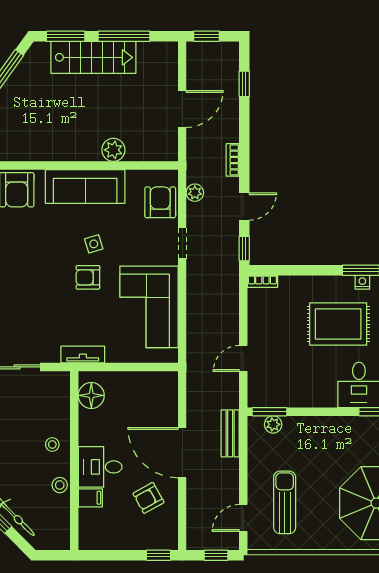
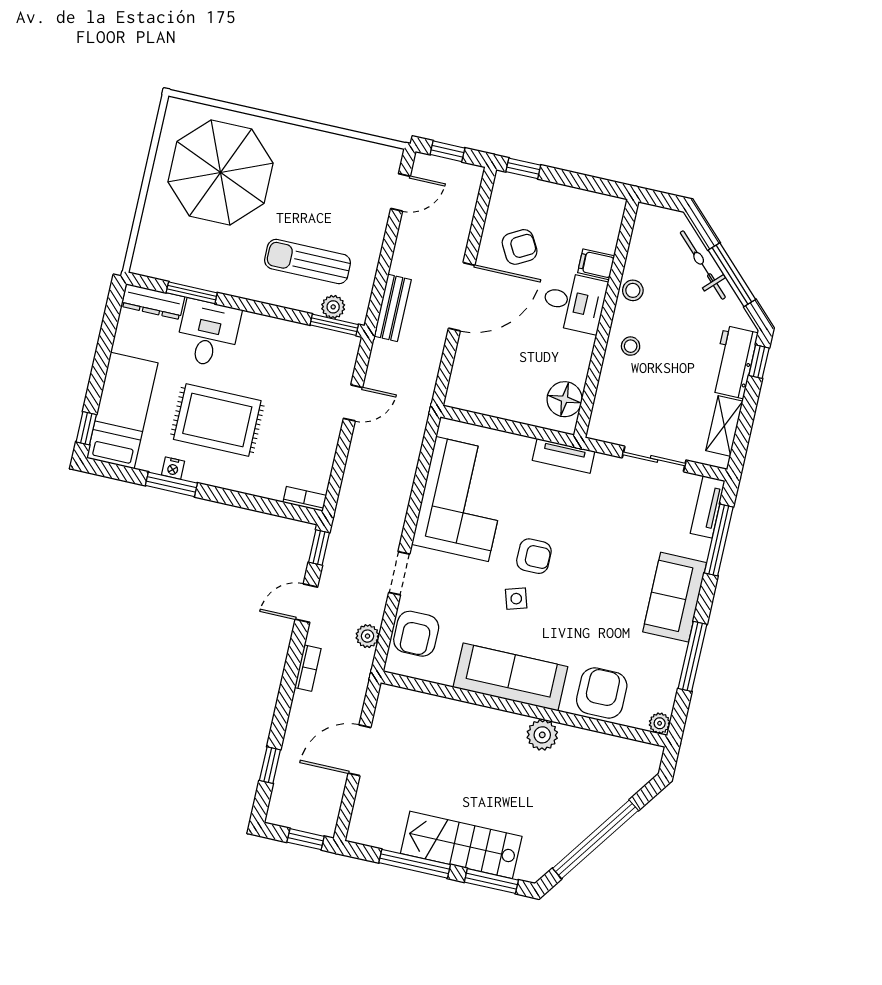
plant: (113, 150) -> (542, 735), moved
door: (182, 453) -> (462, 297), hinge flipped
sun lounger: (285, 502) -> (308, 262), moved, turned 90

